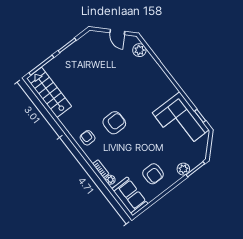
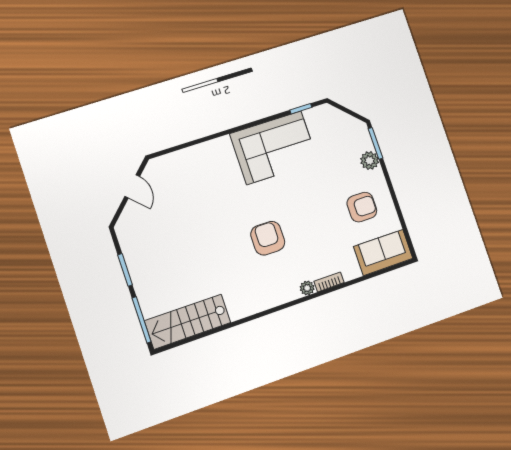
door: (117, 32) -> (132, 186), hinge flipped
plant: (139, 50) -> (172, 163), removed
corner sofa: (181, 121) -> (274, 148), moved
armchair: (88, 138) -> (277, 286), removed
plant: (110, 180) -> (307, 288), moved

